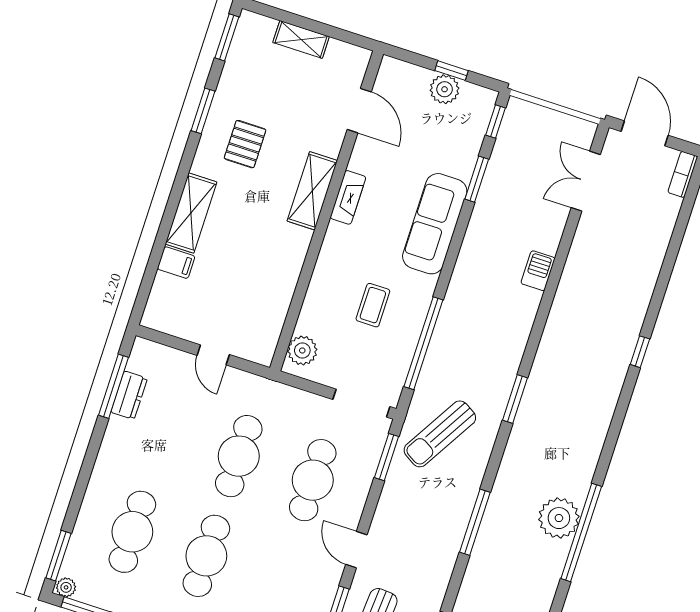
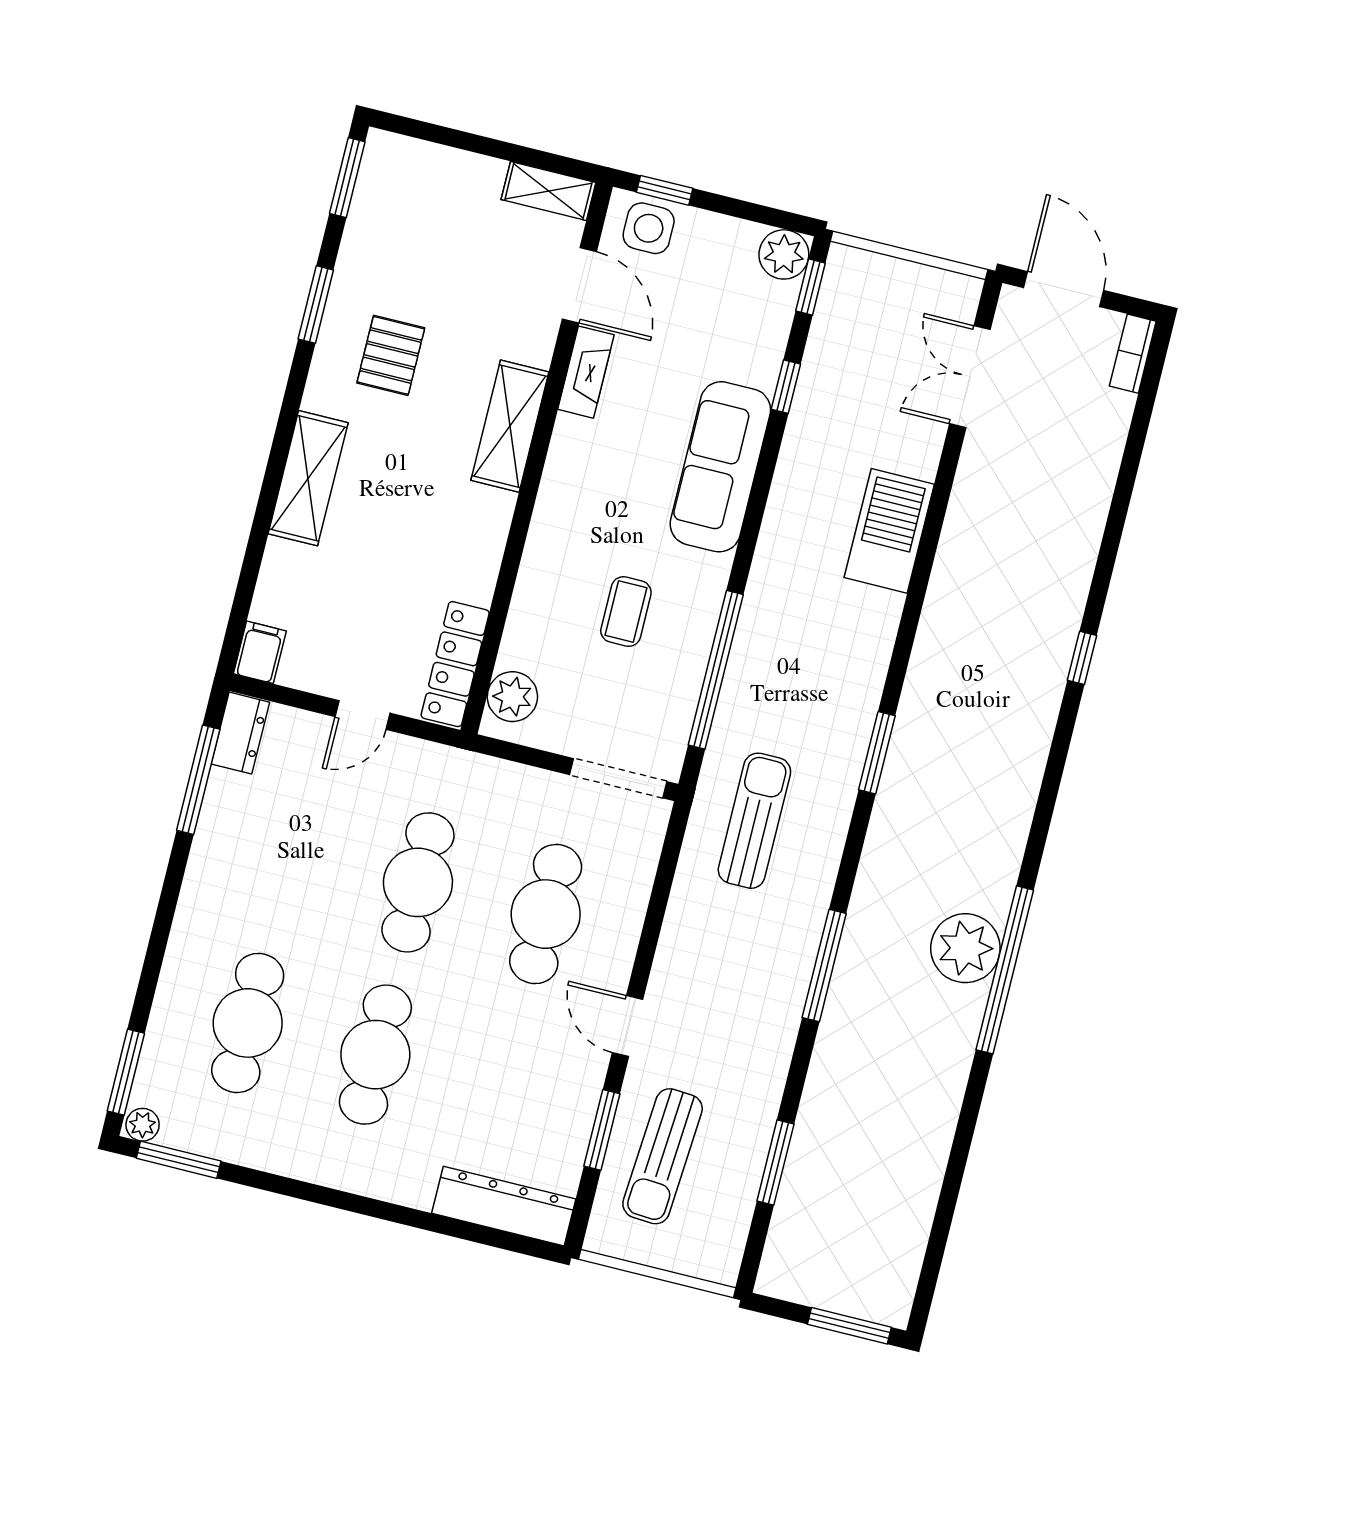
shelving: (301, 39) -> (548, 191), moved
window: (451, 71) -> (665, 190), moved
side table: (402, 80) -> (649, 228), added
plant: (445, 89) -> (784, 254), moved
window: (477, 179) -> (786, 387), width x0.67
fireplace: (348, 197) -> (586, 372), moved
filing cabinet: (176, 263) -> (260, 652), moved, turned -90
barbecue: (538, 271) -> (889, 531), width x1.88, depth x1.53
locker: (270, 329) -> (455, 664), added
door: (213, 355) -> (363, 715), hinge flipped
dresser: (129, 395) -> (240, 733), moved
sun lounger: (440, 434) -> (754, 821), turned 149
window: (386, 457) -> (667, 866), removed

